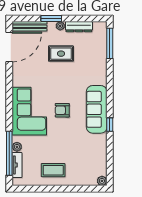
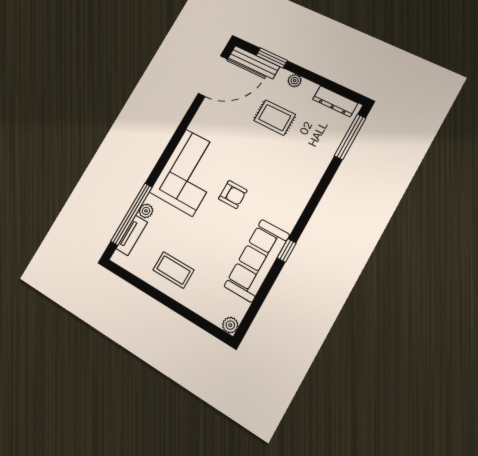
window: (51, 19) -> (272, 58), moved
dresser: (79, 27) -> (335, 101), moved
sofa: (97, 109) -> (257, 261), moved
armchair: (62, 110) -> (233, 194), turned 180

